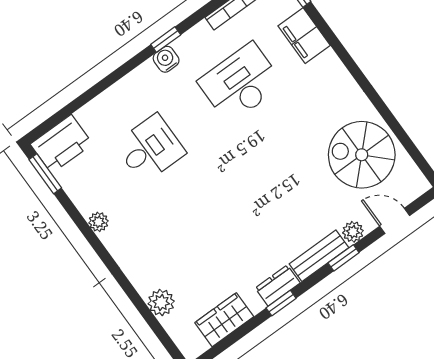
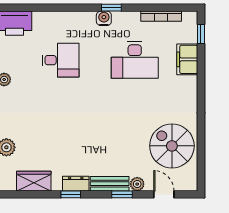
desk: (241, 83) -> (135, 60), turned 180

